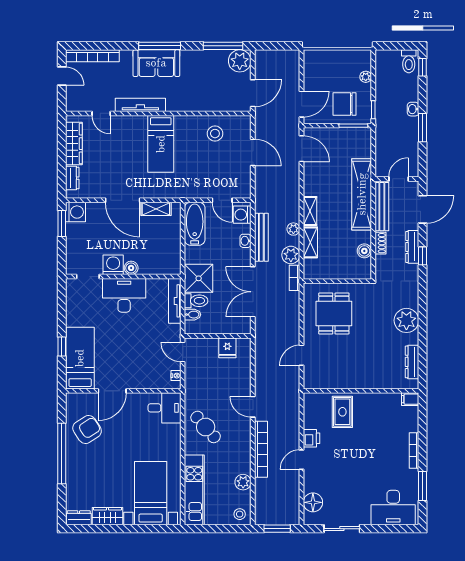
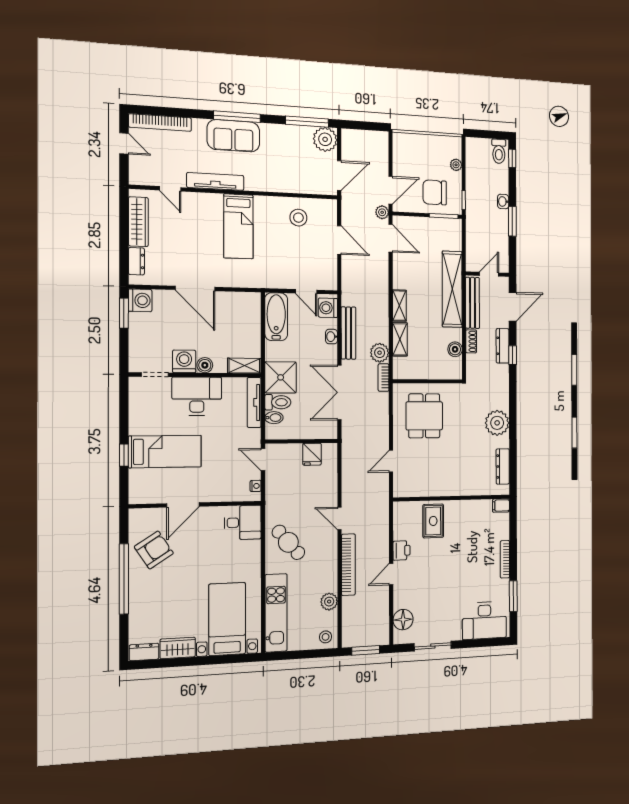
shelving: (156, 209) -> (244, 366), moved
plant: (293, 229) -> (382, 212), moved
bed: (80, 358) -> (165, 452), moved, turned 90

